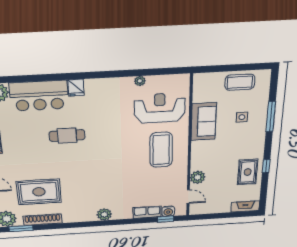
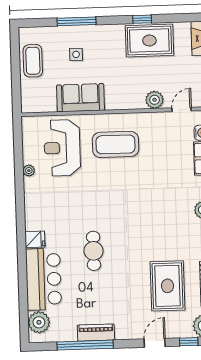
rug: (248, 172) -> (149, 41), width x1.36, depth x1.43

